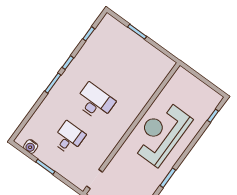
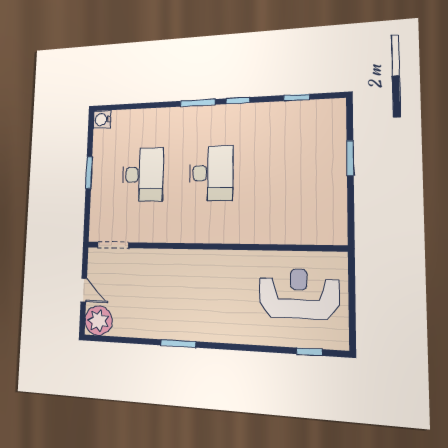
reception desk: (161, 133) -> (299, 294), moved, width x0.74, depth x0.77
desk: (69, 138) -> (143, 174), width x1.37
water cooler: (31, 146) -> (102, 120), moved

